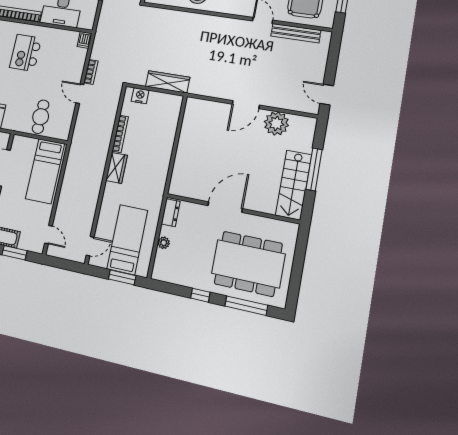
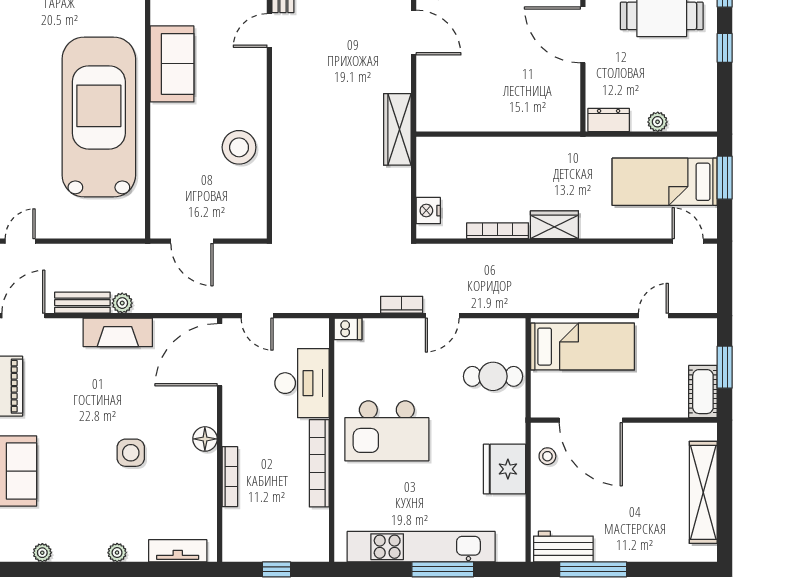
kitchen island: (26, 53) -> (387, 431), width x1.37, depth x1.28
wardrobe: (168, 82) -> (397, 129), moved
door: (48, 235) -> (653, 316), moved

